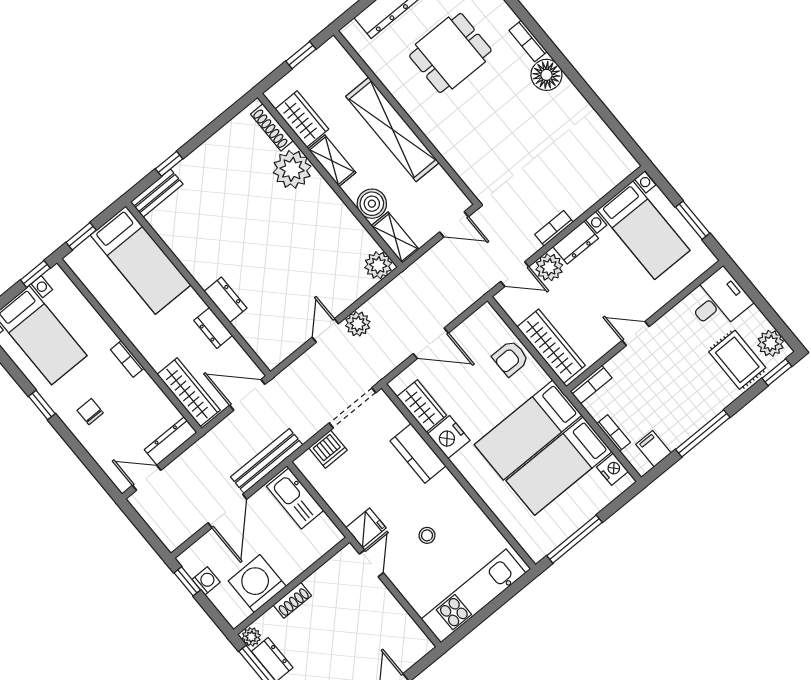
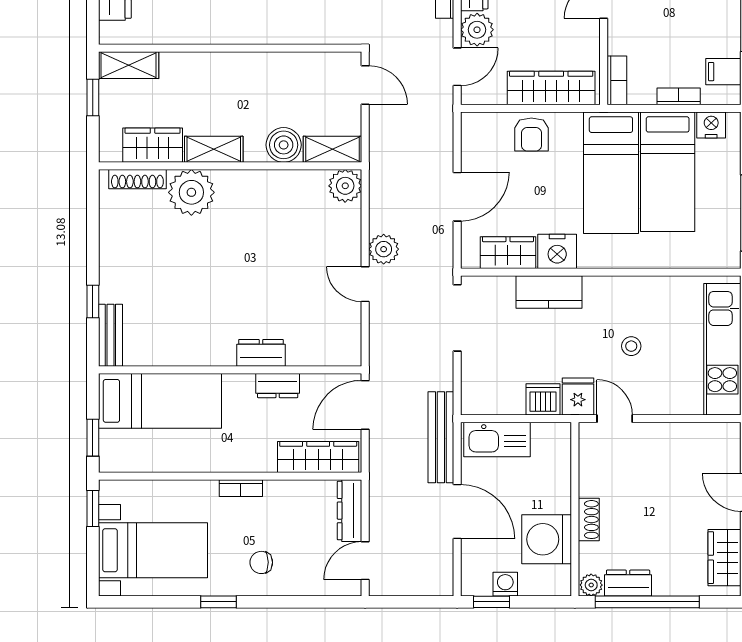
shelving: (392, 129) -> (129, 65), moved, width x0.45, depth x0.75
door: (454, 224) -> (365, 85), hinge flipped
dishwasher: (328, 449) -> (543, 399), moved, turned -90

